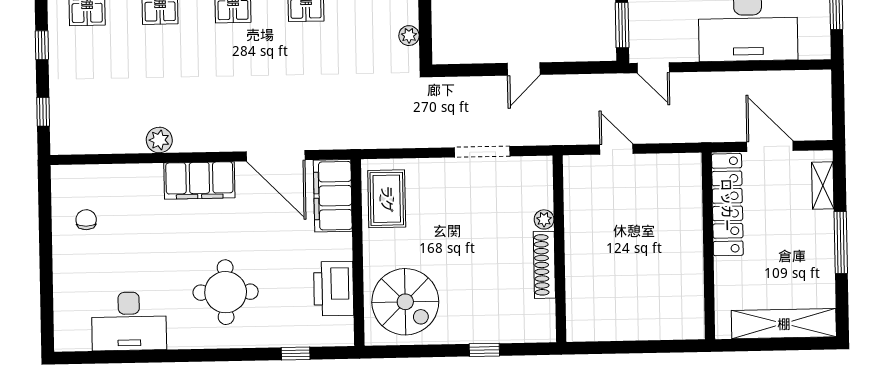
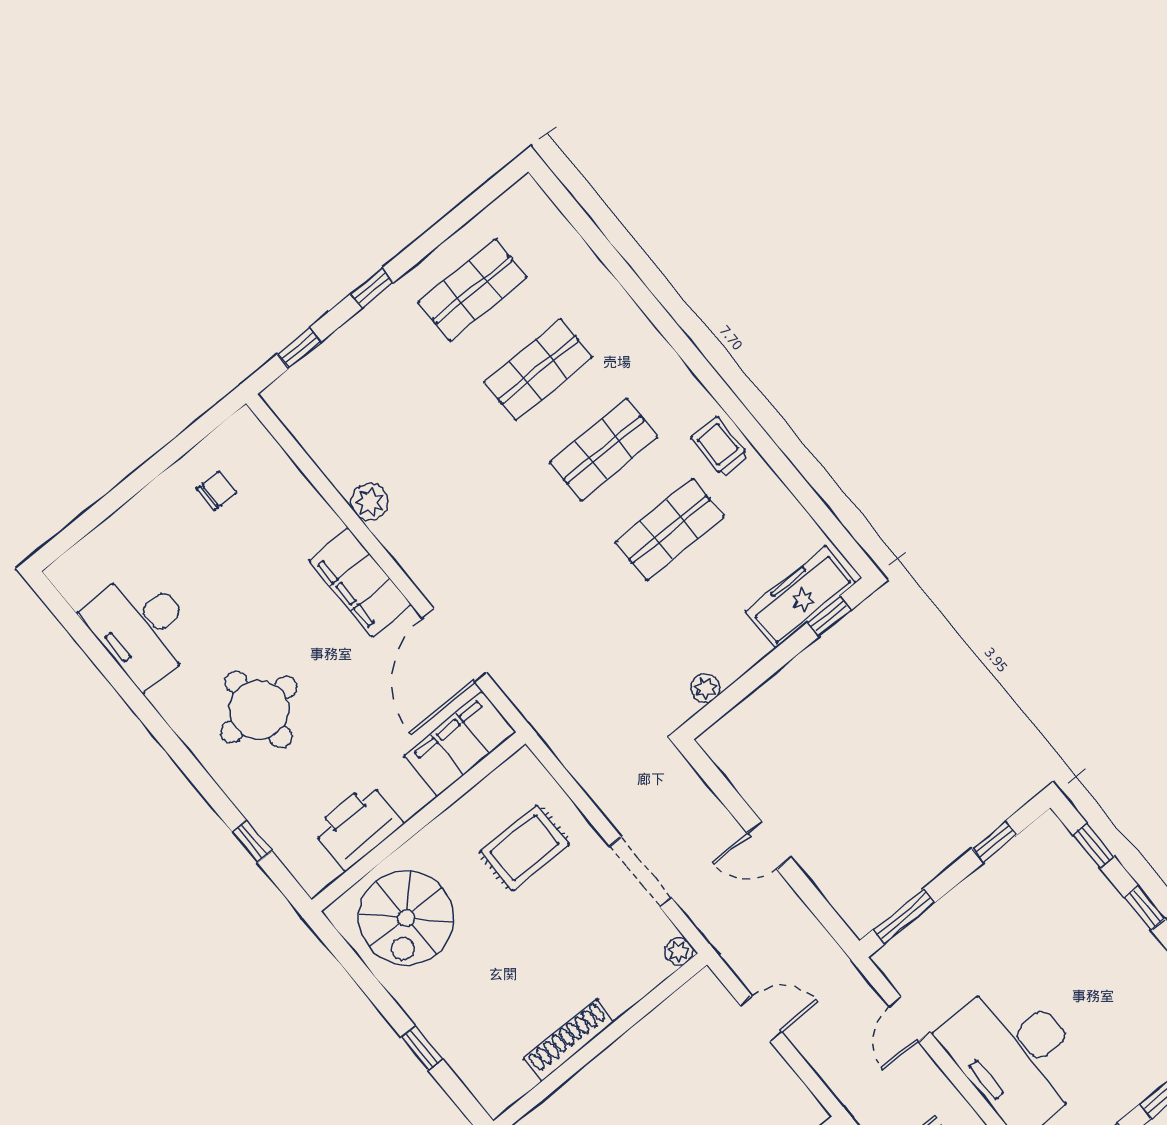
door: (653, 68) -> (910, 1019), moved
door: (616, 149) -> (761, 1019), hinge flipped
rug: (387, 199) -> (525, 848), moved
plant: (544, 219) -> (679, 951), moved

